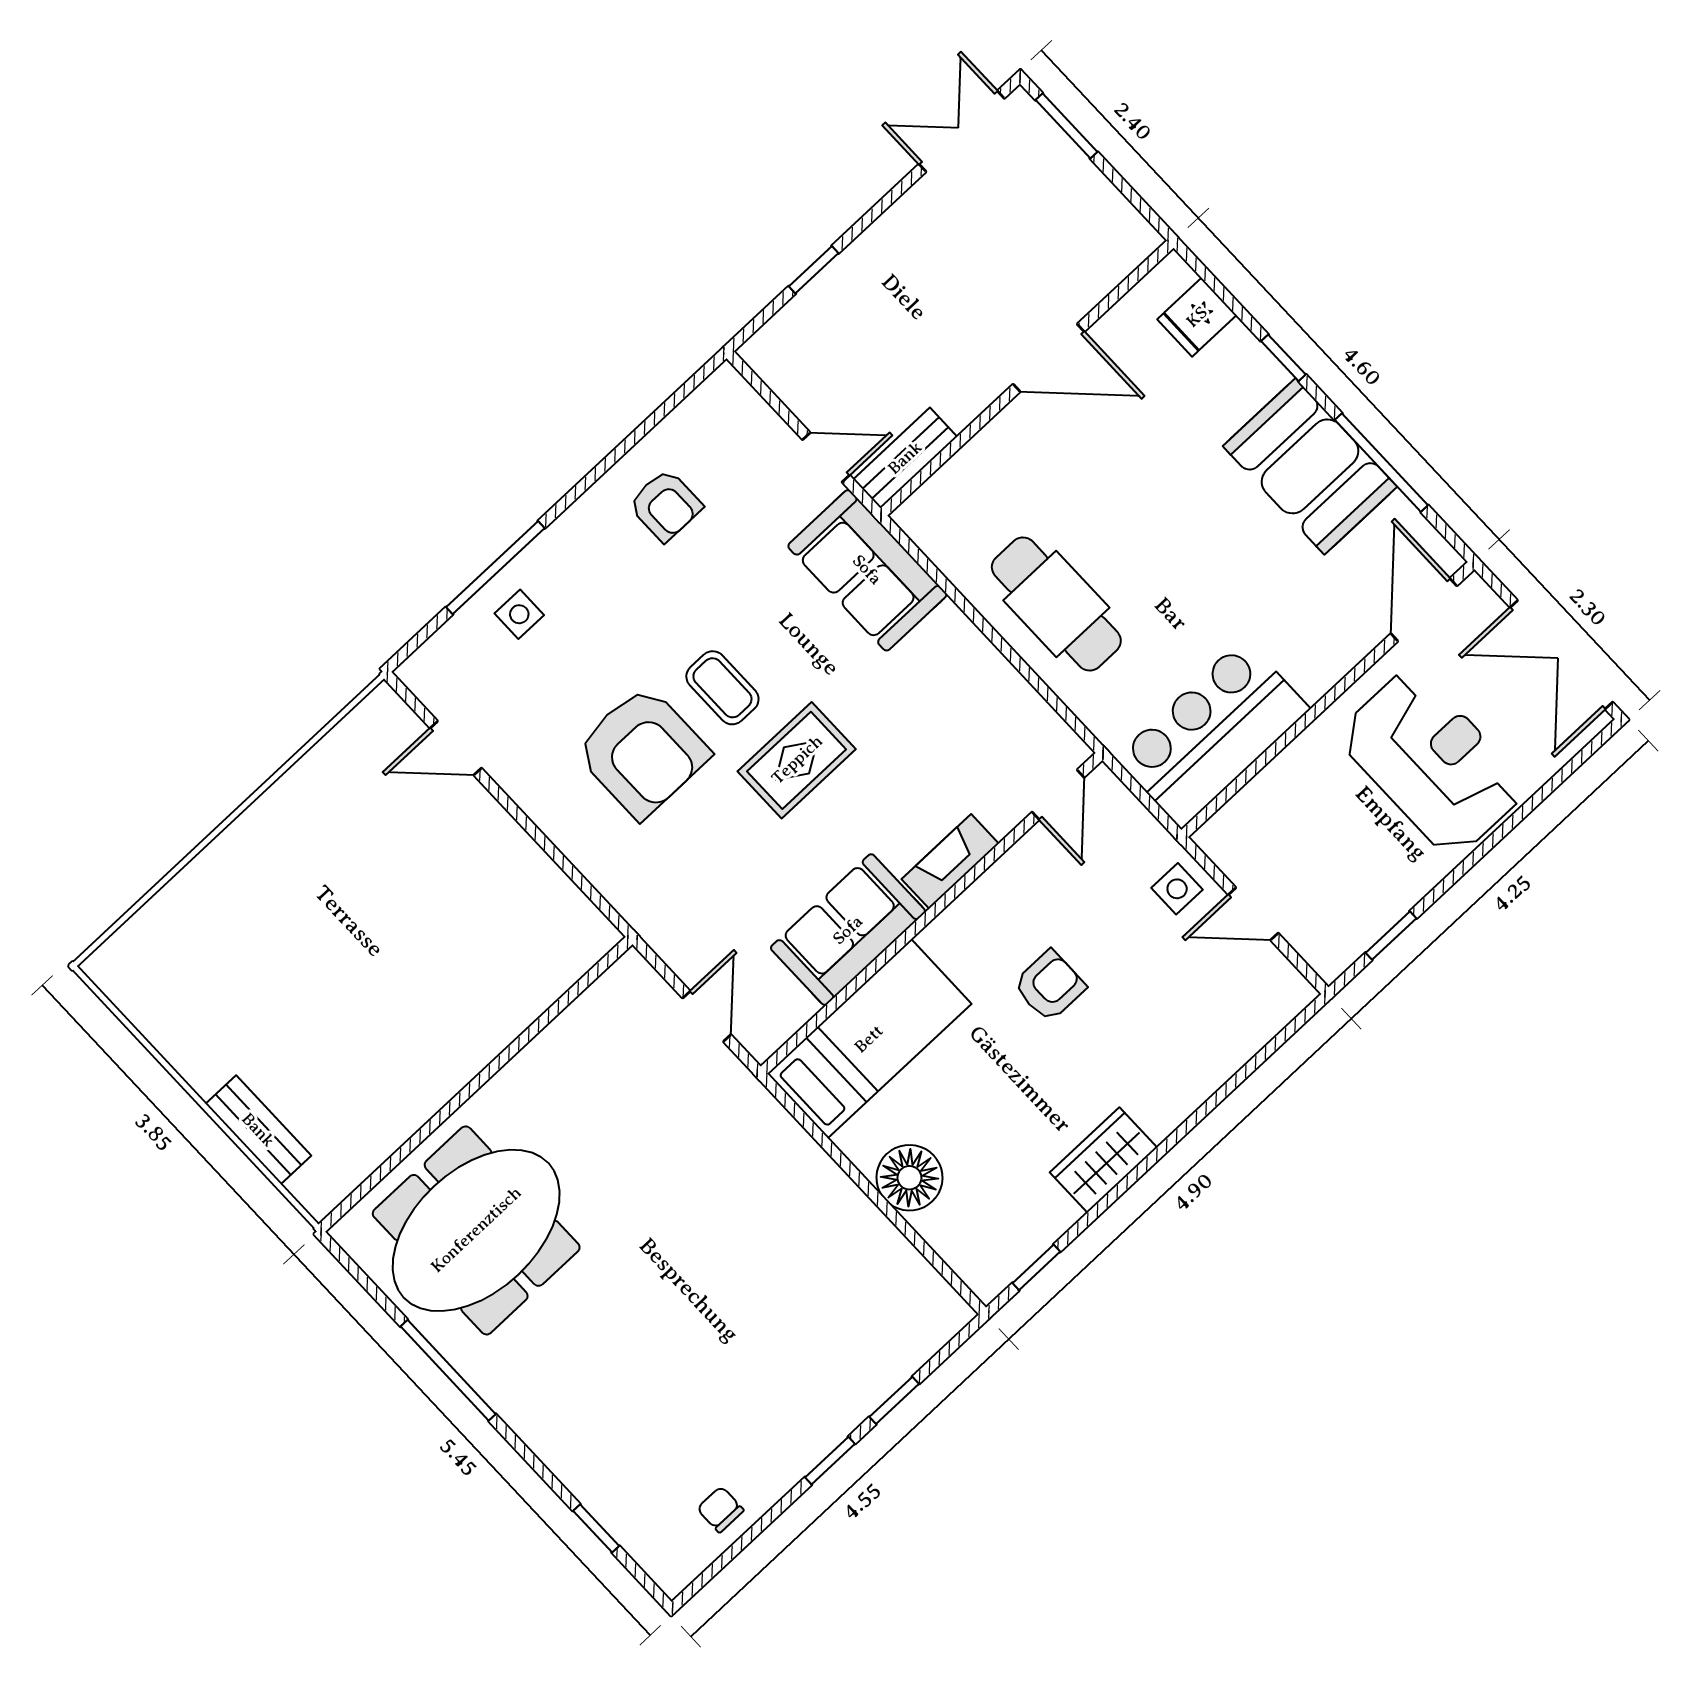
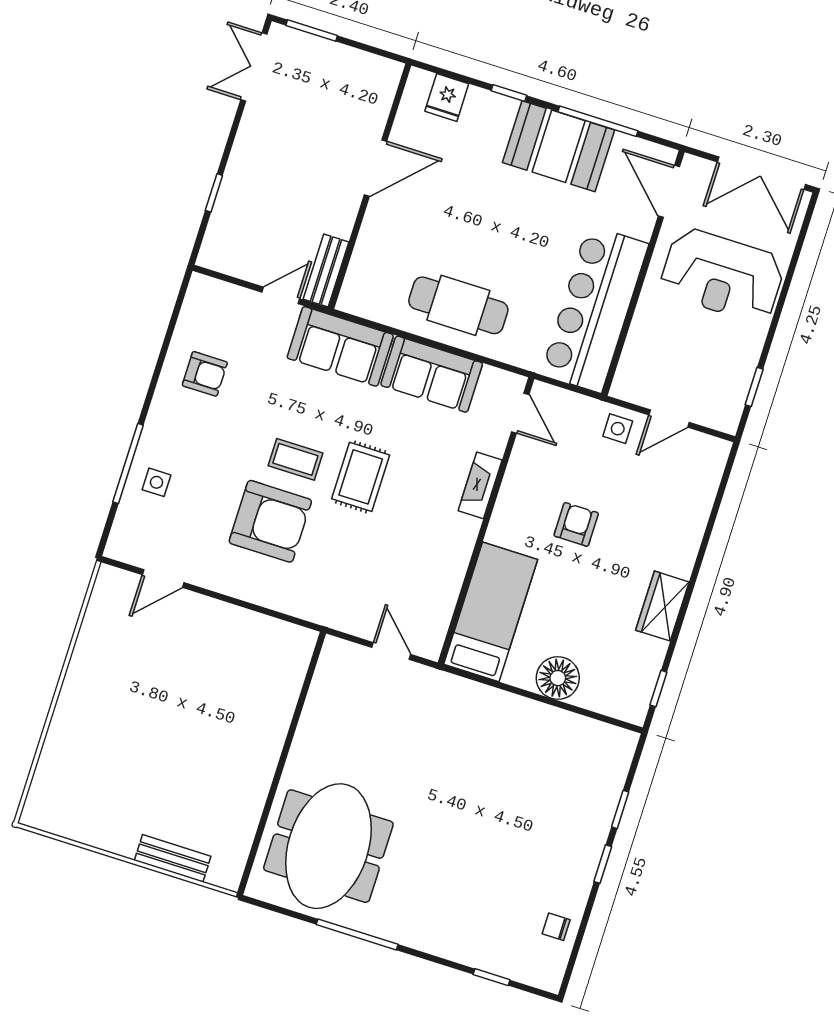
bar counter: (1213, 733) -> (595, 309), width x1.36
reception desk: (1432, 762) -> (722, 275), turned 180
sofa: (848, 930) -> (432, 374), moved, turned -90

